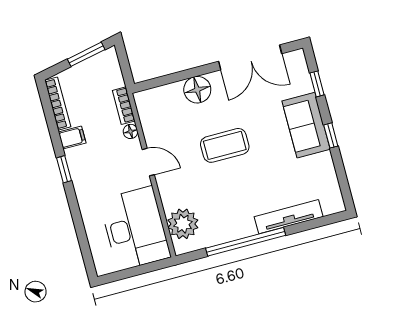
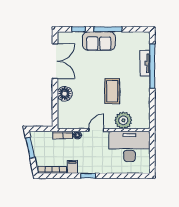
window: (331, 135) -> (108, 29), width x2.17
coffee table: (225, 145) -> (112, 91), moved
tv unit: (289, 217) -> (145, 63), width x0.71
plant: (183, 224) -> (123, 120), moved
window: (246, 242) -> (152, 66), moved

